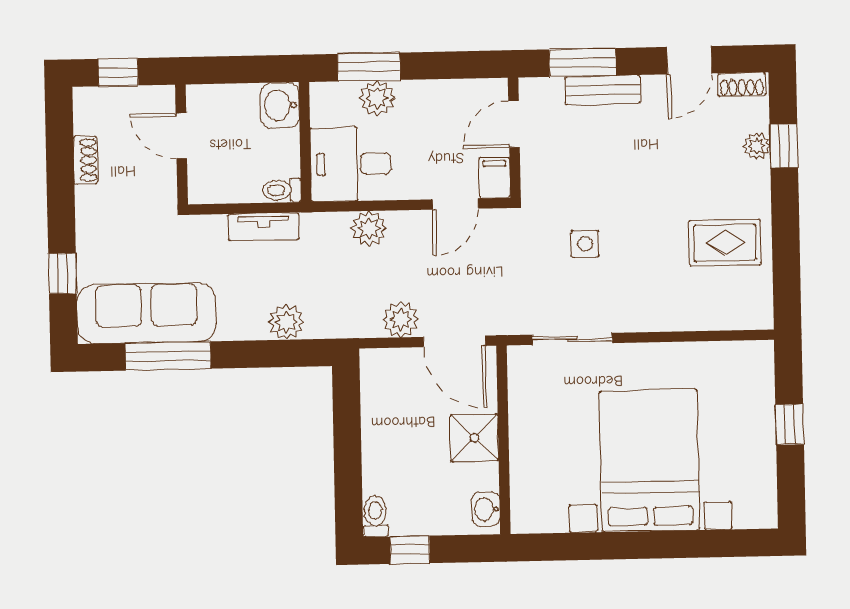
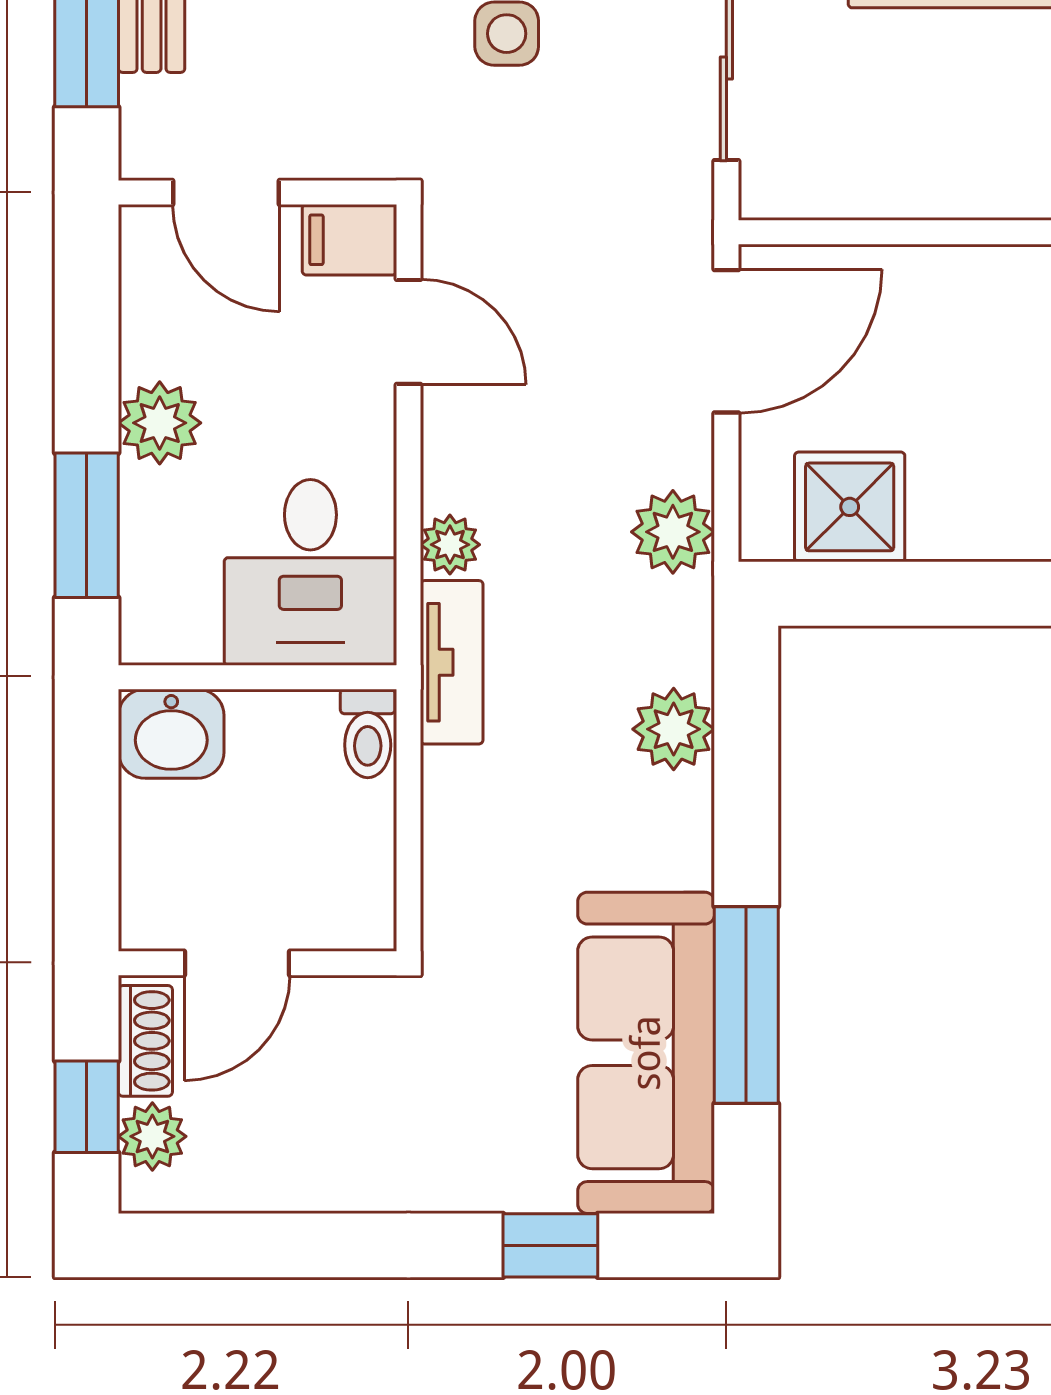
plant: (377, 98) -> (160, 423), moved
plant: (106, 101) -> (152, 1136), added
shoe rack: (85, 160) -> (145, 1041), moved, turned 90
tv unit: (264, 227) -> (452, 662), moved
plant: (369, 229) -> (450, 545), width x0.73, depth x0.73
plant: (401, 319) -> (673, 532), moved
shower: (474, 438) -> (850, 507), moved

